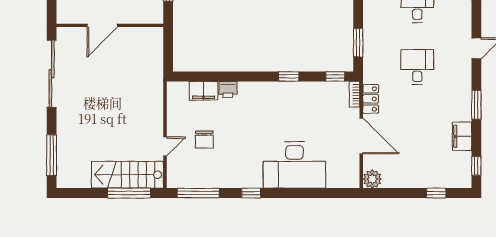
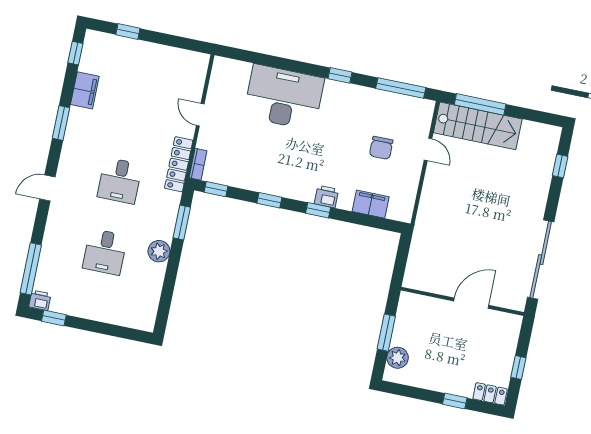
window: (246, 76) -> (318, 210), added
printer: (228, 89) -> (326, 197), moved
locker: (371, 99) -> (179, 164), width x1.53
door: (361, 136) -> (200, 115), width x0.53
chair: (204, 140) -> (381, 148), turned 180
door: (165, 146) -> (428, 149), swing flipped
window: (52, 155) -> (560, 166), width x0.46
plant: (372, 179) -> (159, 251), moved

